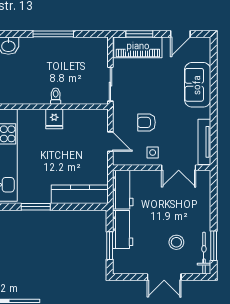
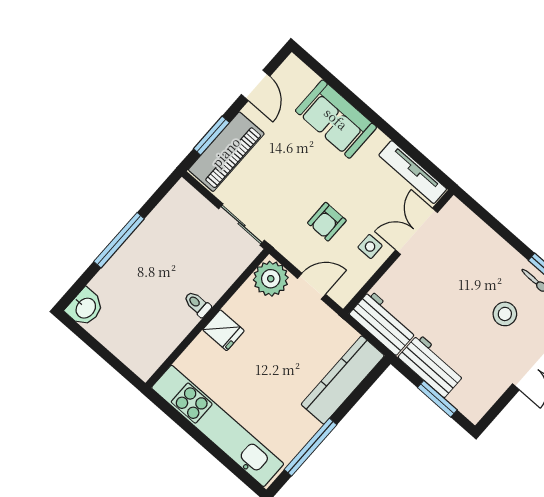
plant: (97, 120) -> (271, 279), added
double door: (179, 168) -> (417, 231), swing flipped
window: (36, 207) -> (311, 447), width x1.44

